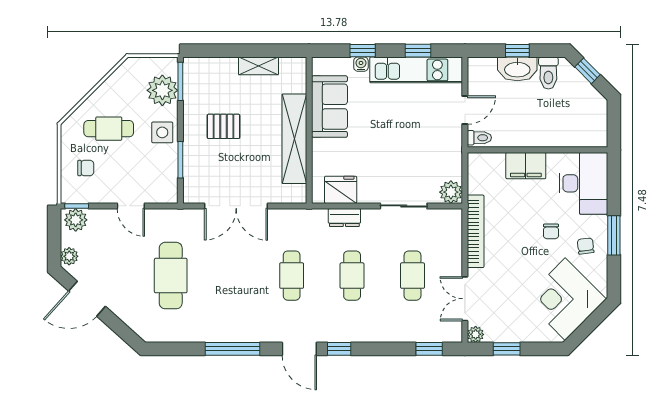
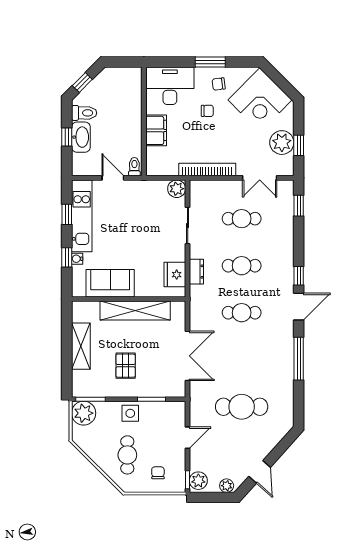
shelving: (258, 66) -> (81, 346), width x1.50, depth x1.33
plant: (162, 90) -> (84, 413), moved
door: (87, 299) -> (260, 472), width x0.73
plant: (476, 334) -> (282, 143), moved, width x1.87, depth x1.87

